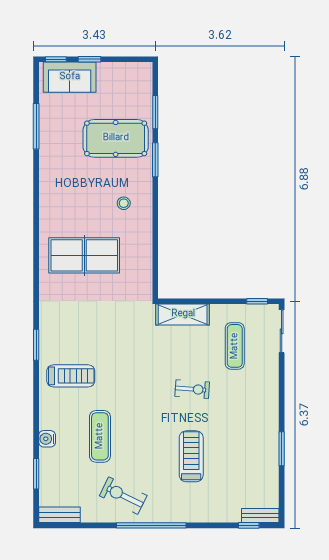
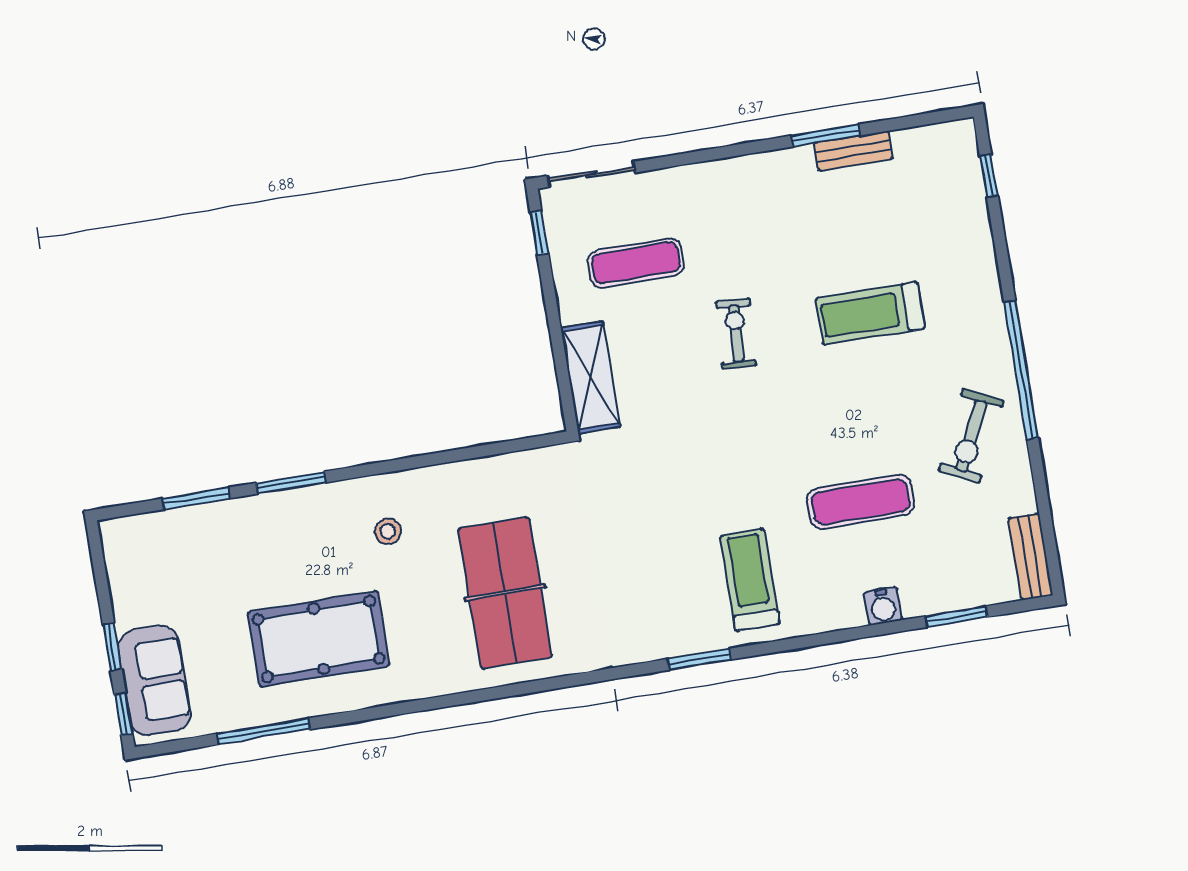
pool table: (116, 138) -> (319, 639), moved, turned 90
bench: (260, 516) -> (853, 151), moved, turned 90

